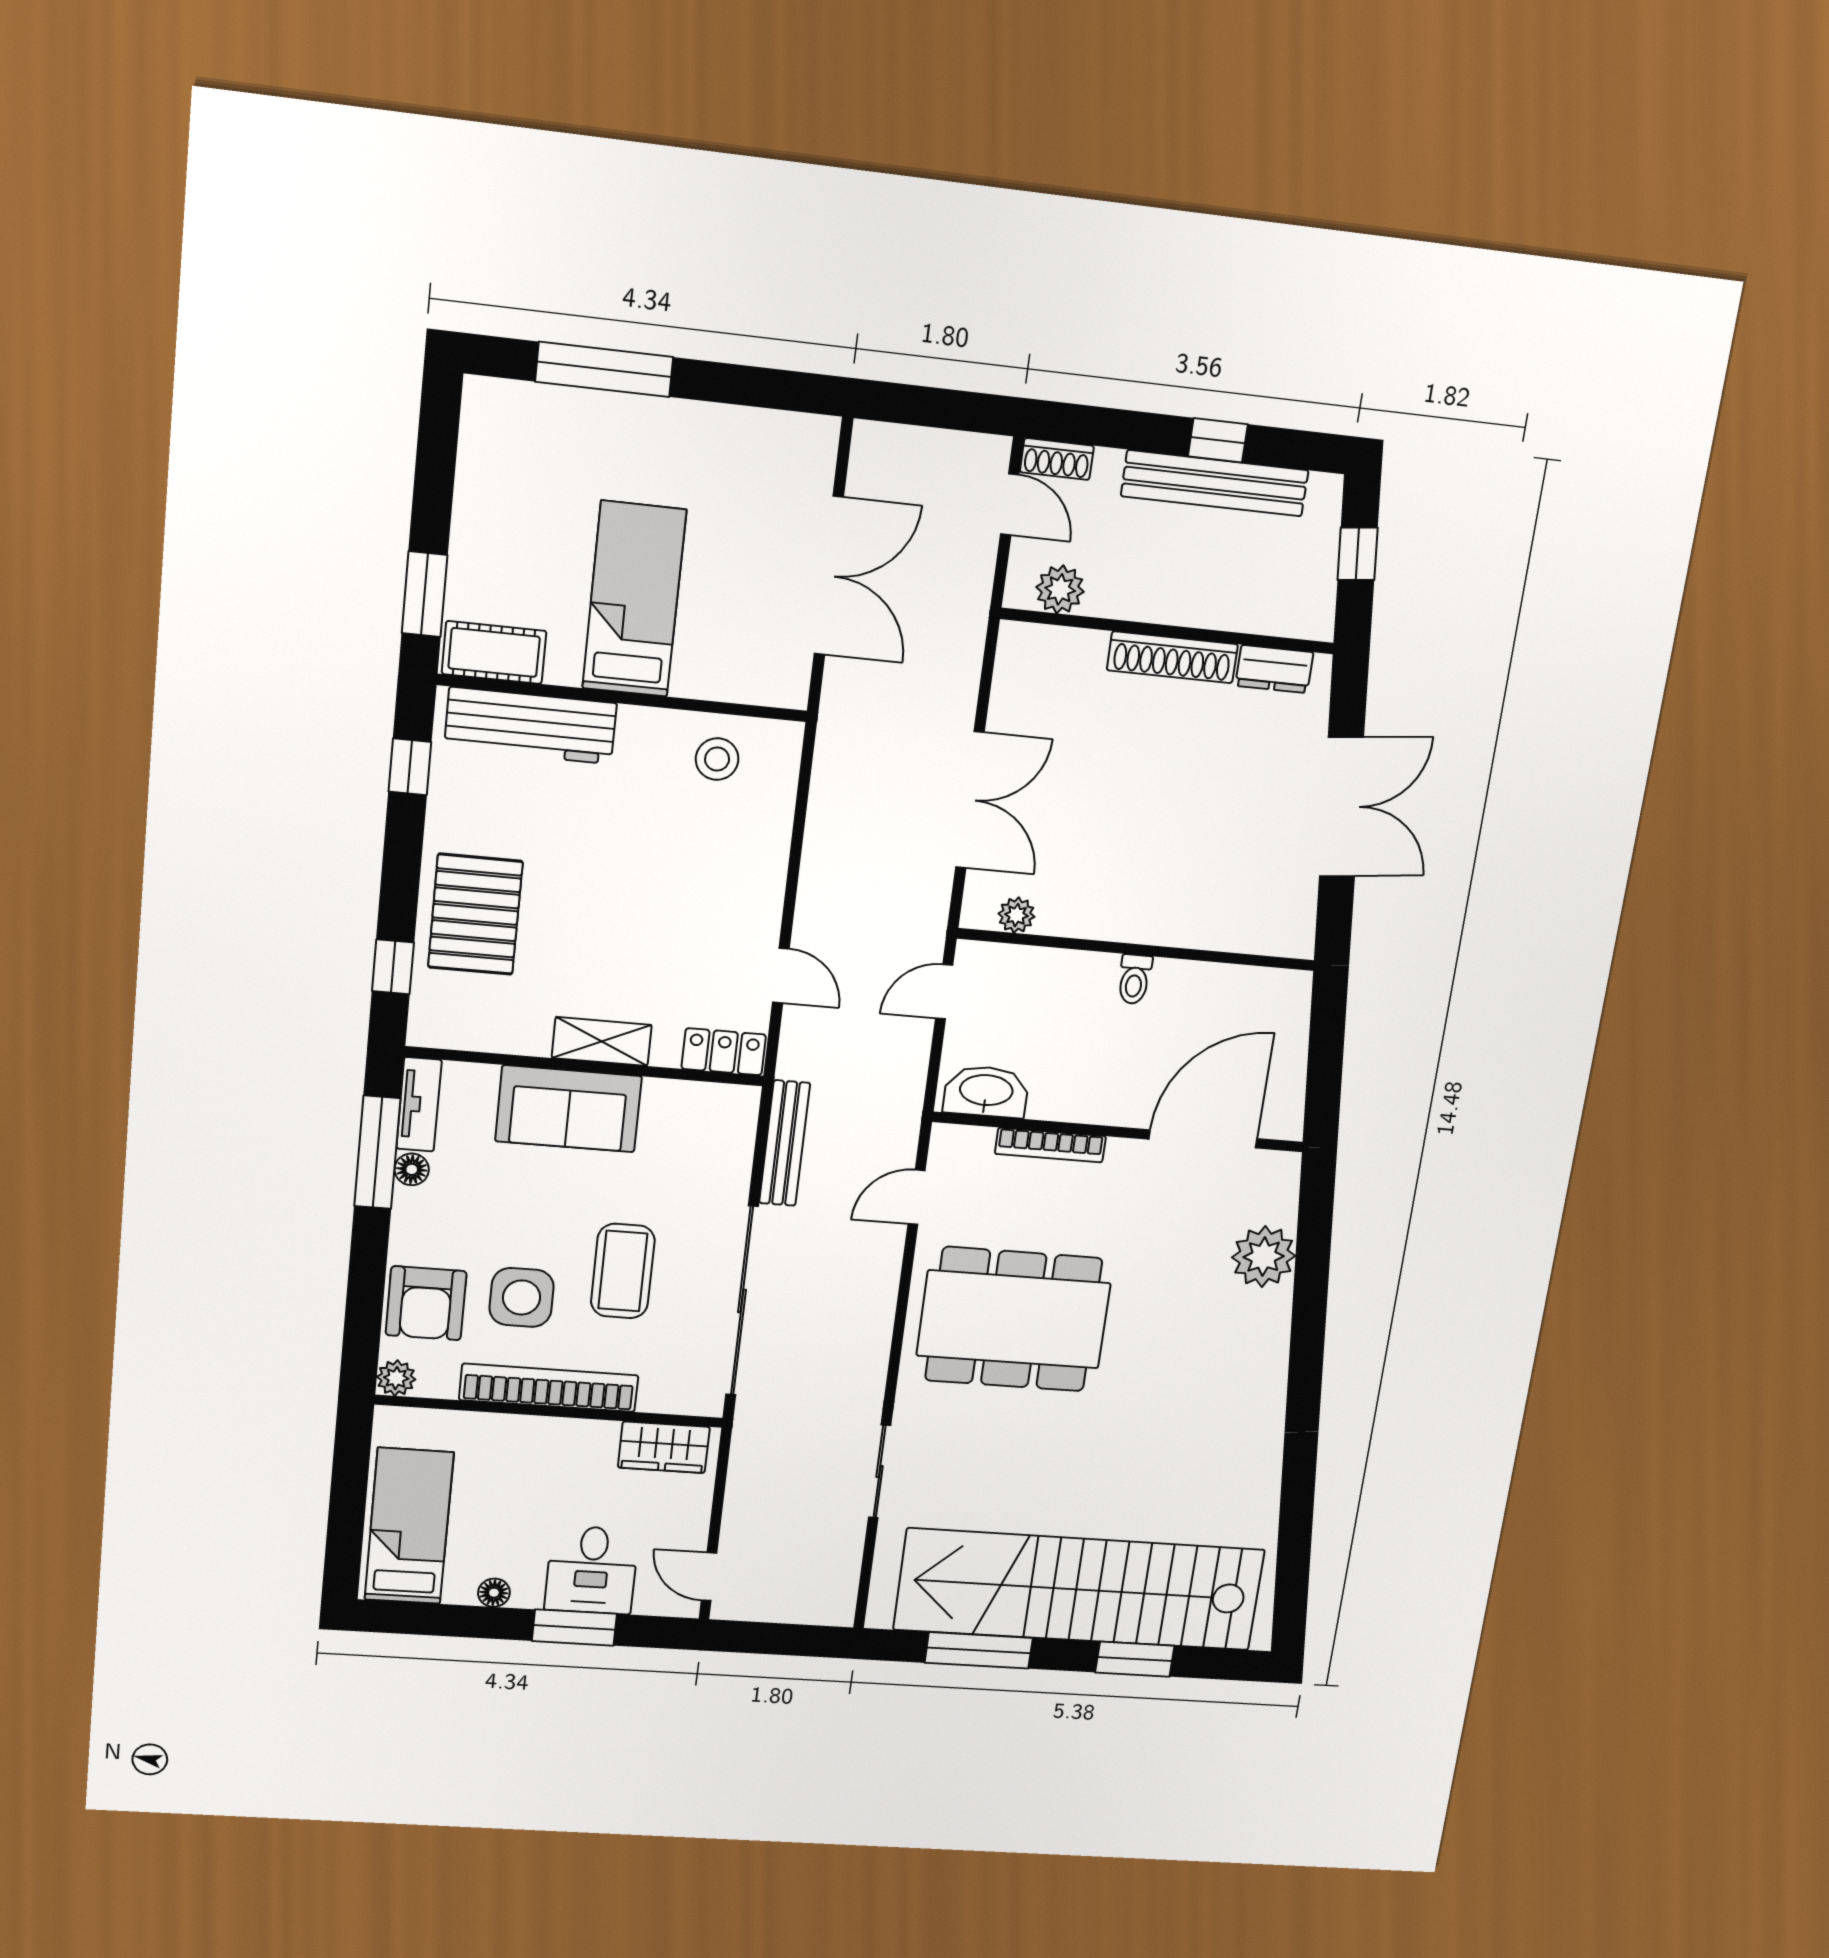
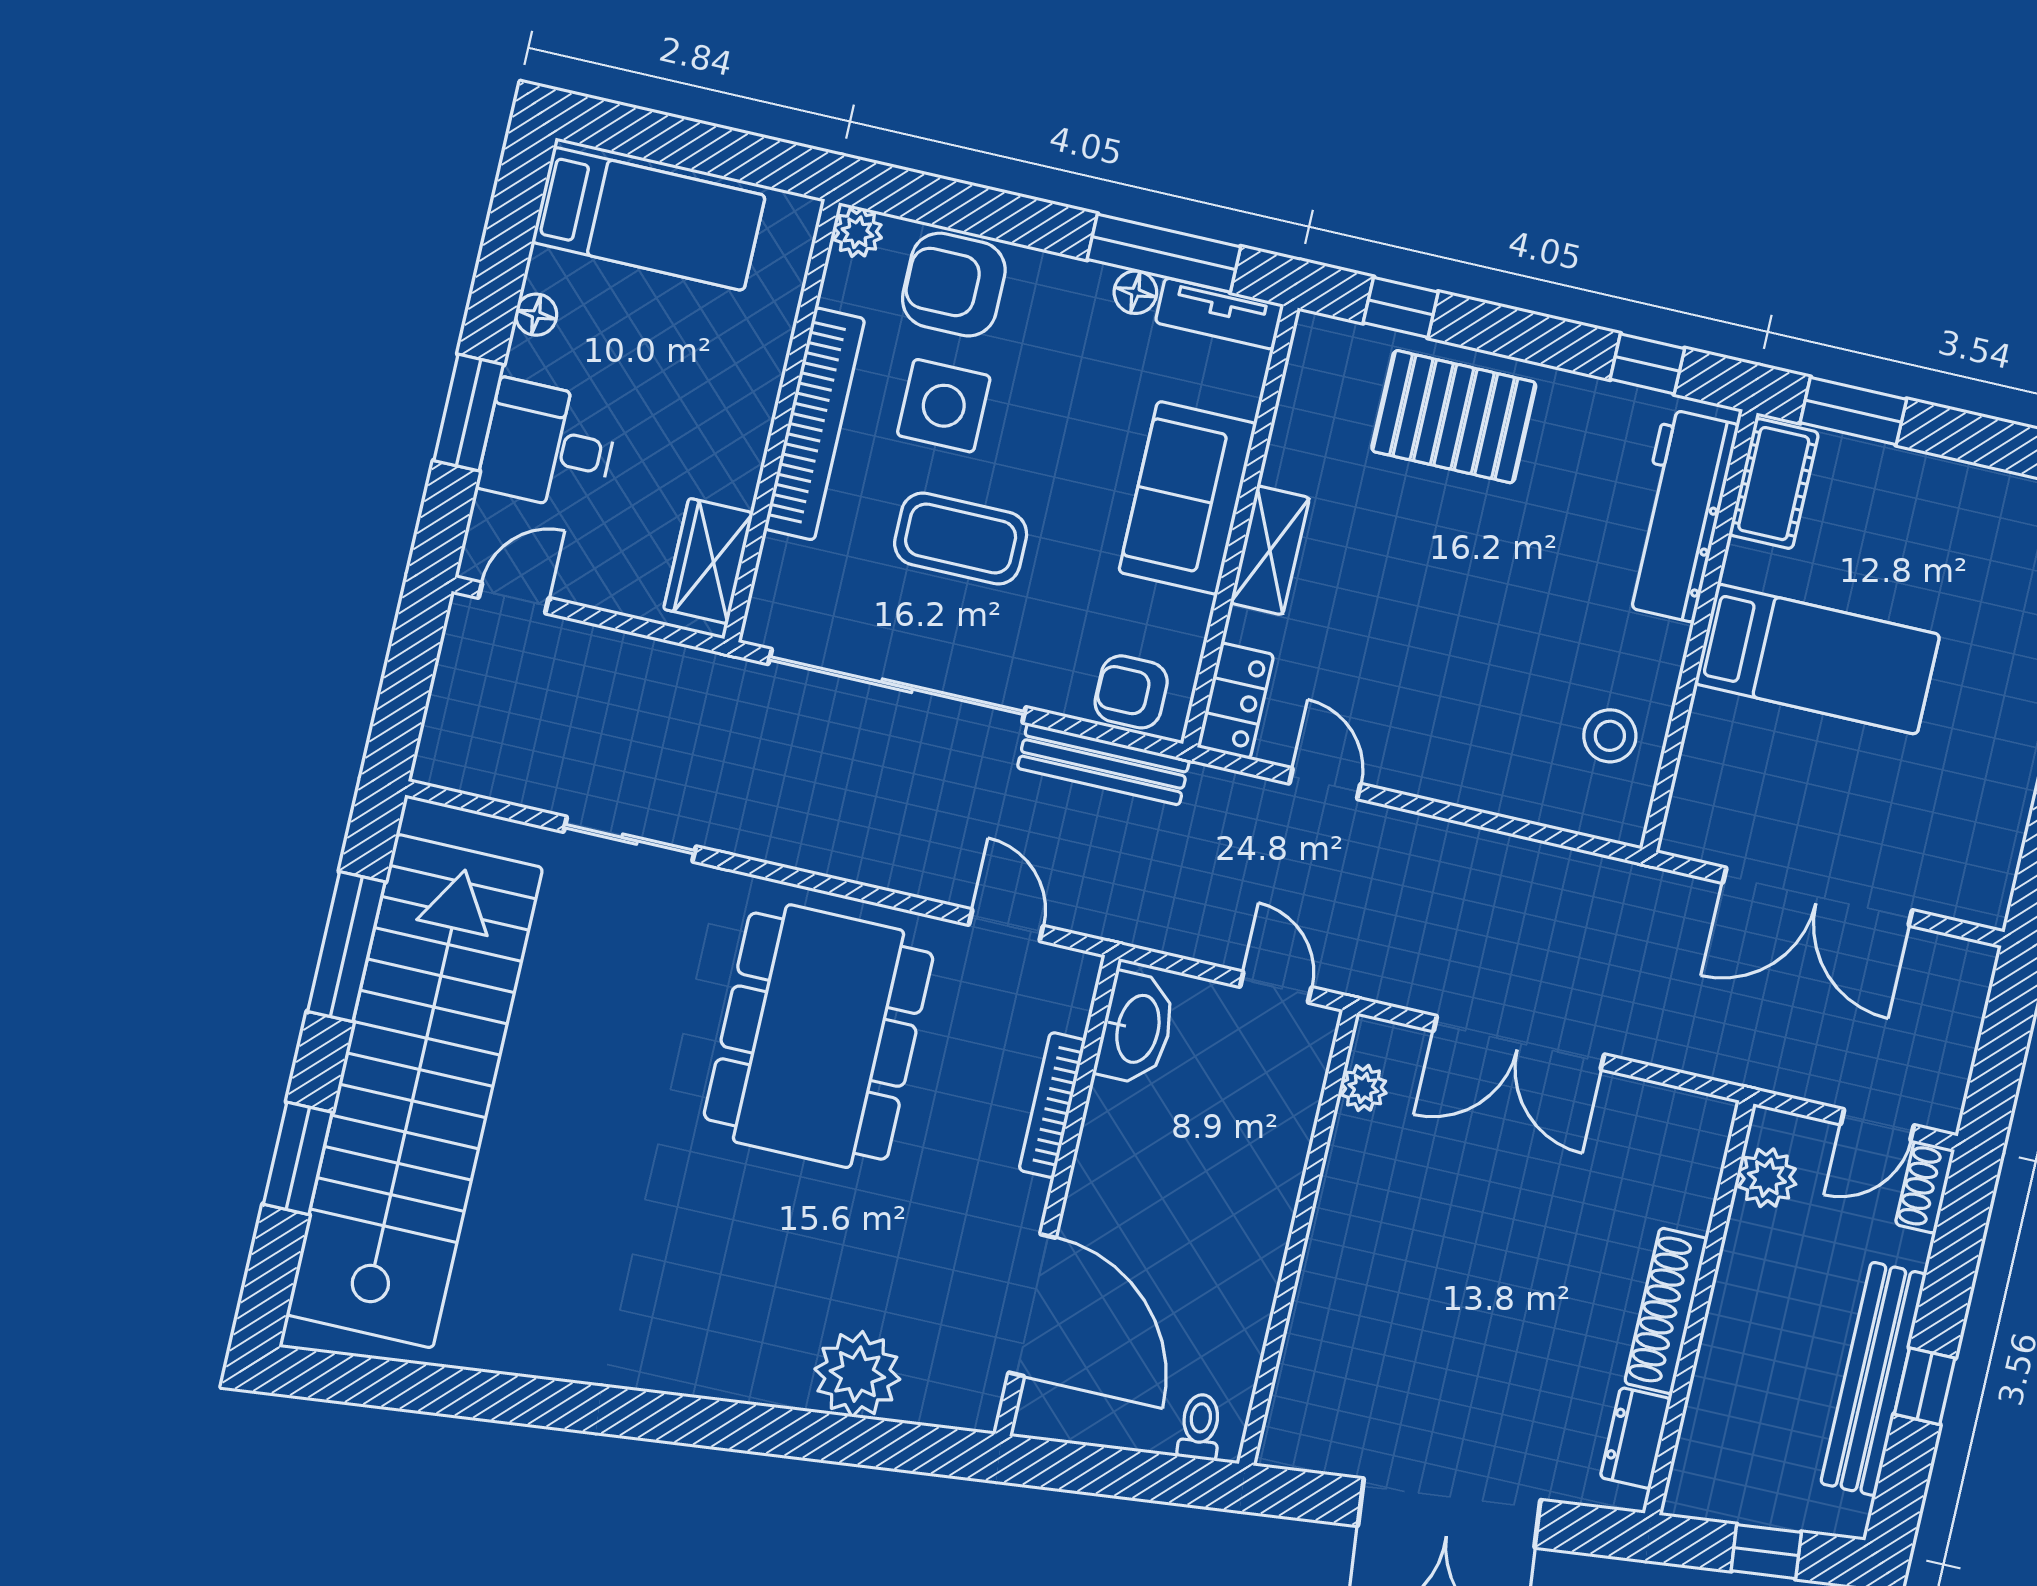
door: (781, 976) -> (1325, 784), swing flipped
toilet: (1134, 979) -> (1200, 1427), moved, turned 84
armchair: (726, 1130) -> (1131, 692), added

